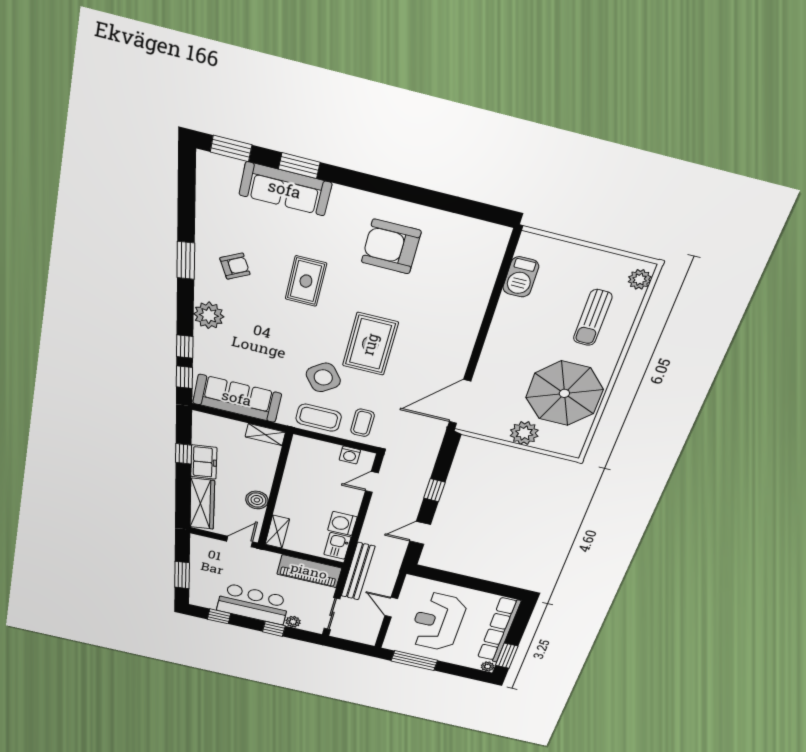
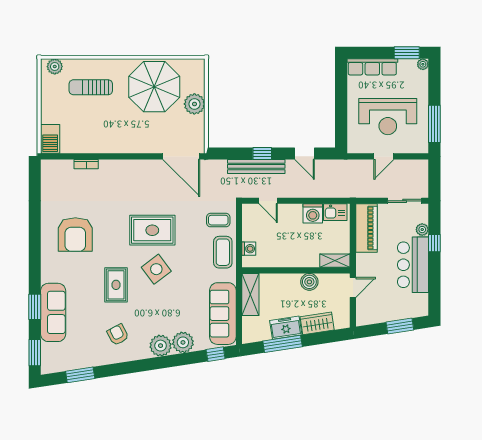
window: (186, 260) -> (80, 375), moved
barbecue: (521, 277) -> (50, 139), moved, turned 90
rug: (306, 281) -> (116, 285), turned 90
bookcase: (487, 285) -> (86, 164), added
sun lounger: (593, 318) -> (91, 87), turned 180
plant: (208, 343) -> (183, 342), added
window: (185, 347) -> (190, 358), removed
side table: (323, 377) -> (156, 269), moved
shelving: (265, 435) -> (250, 294), width x1.50, depth x1.33
window: (183, 454) -> (283, 344), width x2.17
washing machine: (350, 455) -> (249, 249), moved
wardrobe: (202, 504) -> (317, 323), width x0.67
door: (240, 541) -> (353, 287), swing flipped
bench: (358, 571) -> (256, 166), moved
window: (219, 616) -> (434, 289), removed
row of seats: (499, 630) -> (372, 67), width x0.73

